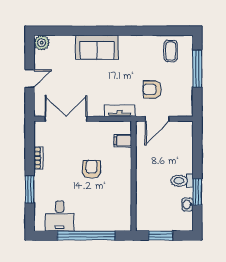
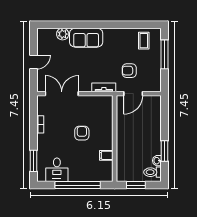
plant: (42, 43) -> (63, 34), moved
filing cabinet: (123, 141) -> (106, 155), moved
toilet: (182, 181) -> (153, 172), moved
window: (30, 189) -> (33, 161), moved

